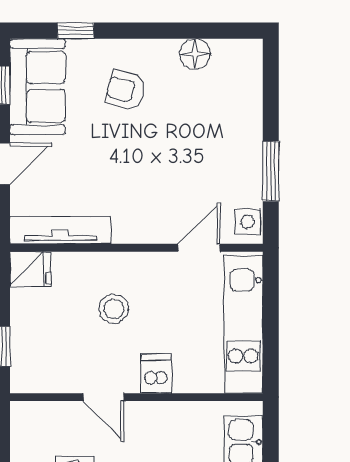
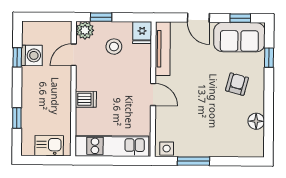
door: (199, 248) -> (153, 95), moved
stool: (114, 309) -> (114, 47), moved
plant: (27, 376) -> (85, 30), added
door: (103, 397) -> (74, 55), moved

